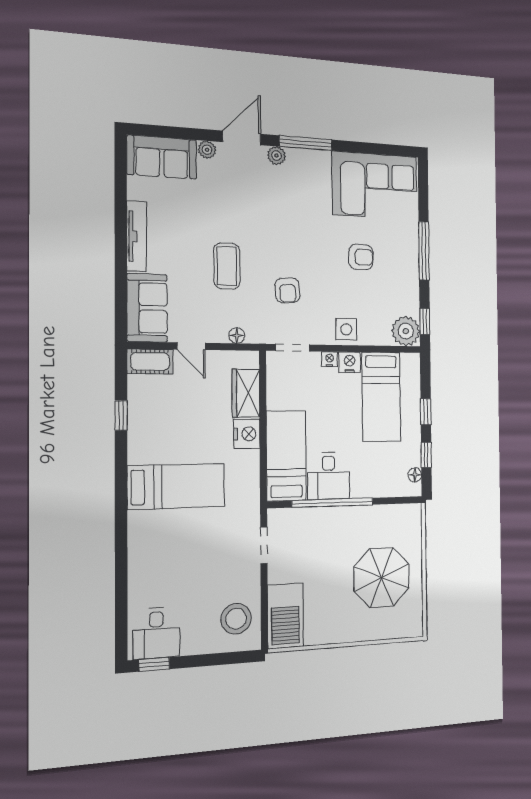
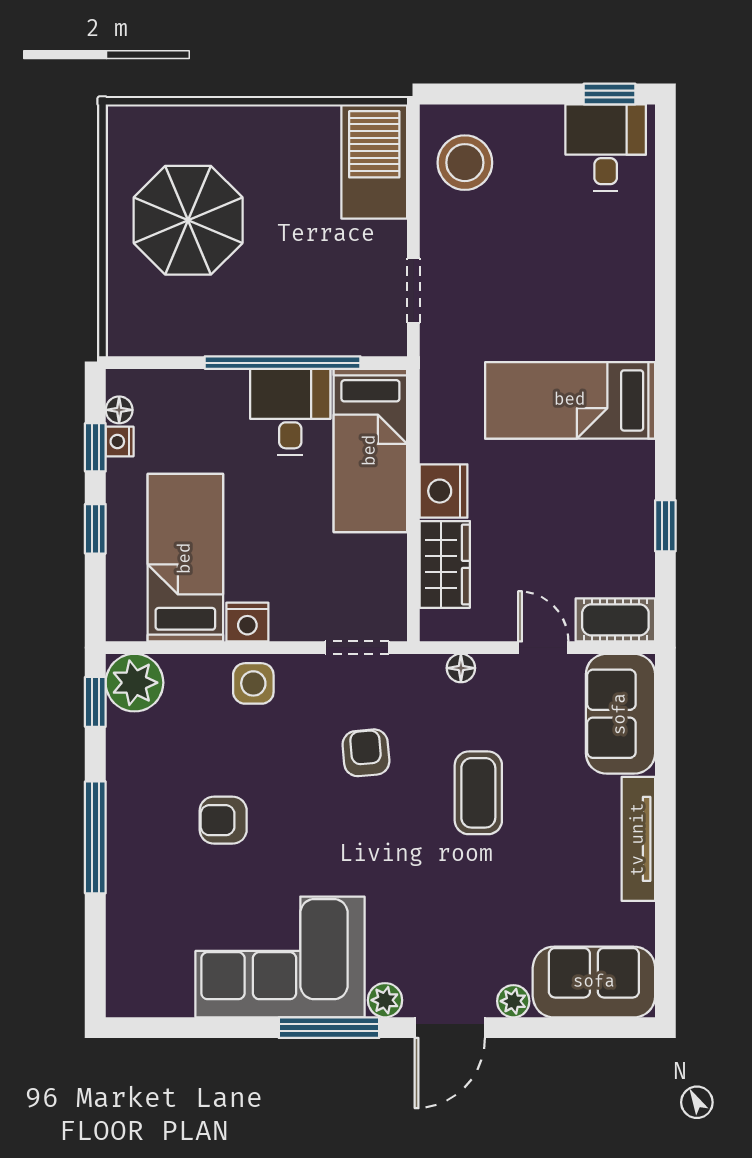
corner sofa: (375, 186) -> (280, 957), moved
nightstand: (330, 359) -> (120, 441), moved, turned 90

